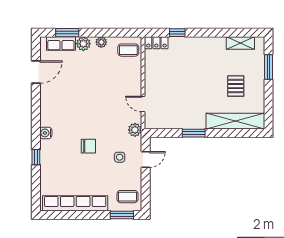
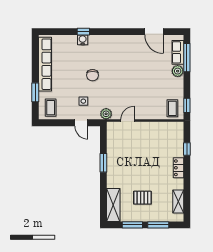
window: (67, 33) -> (187, 58), width x1.44
window: (125, 33) -> (187, 105), added
plant: (101, 42) -> (179, 86), removed
locker: (156, 43) -> (178, 168), moved
window: (269, 98) -> (132, 225), added
shelving: (235, 121) -> (113, 205), width x0.68
water cooler: (46, 133) -> (83, 40), moved
window: (122, 215) -> (35, 92), moved

